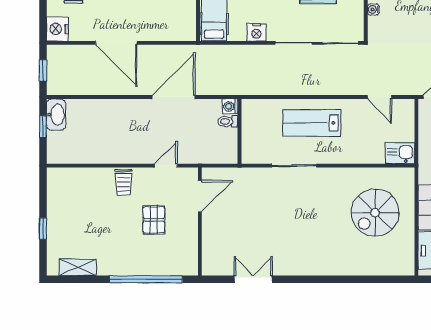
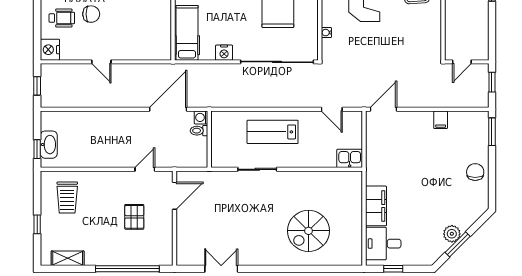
door: (116, 43) -> (101, 62), width x0.53
door: (174, 97) -> (168, 109), moved
washbasin: (56, 115) -> (49, 145), moved
window: (43, 126) -> (37, 149), moved
trolley: (124, 182) -> (67, 197), moved, width x1.36, depth x1.39
spiral stairs: (375, 213) -> (308, 231), moved

